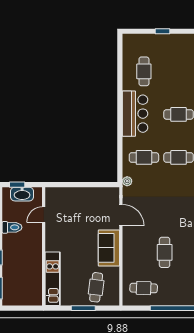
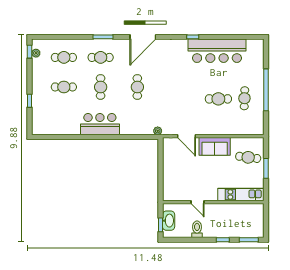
cafe table: (144, 71) -> (64, 87), moved
cafe table: (144, 157) -> (137, 117), removed
door: (44, 215) -> (198, 202), moved
door: (121, 215) -> (187, 136), swing flipped
cafe table: (144, 288) -> (244, 98), moved

